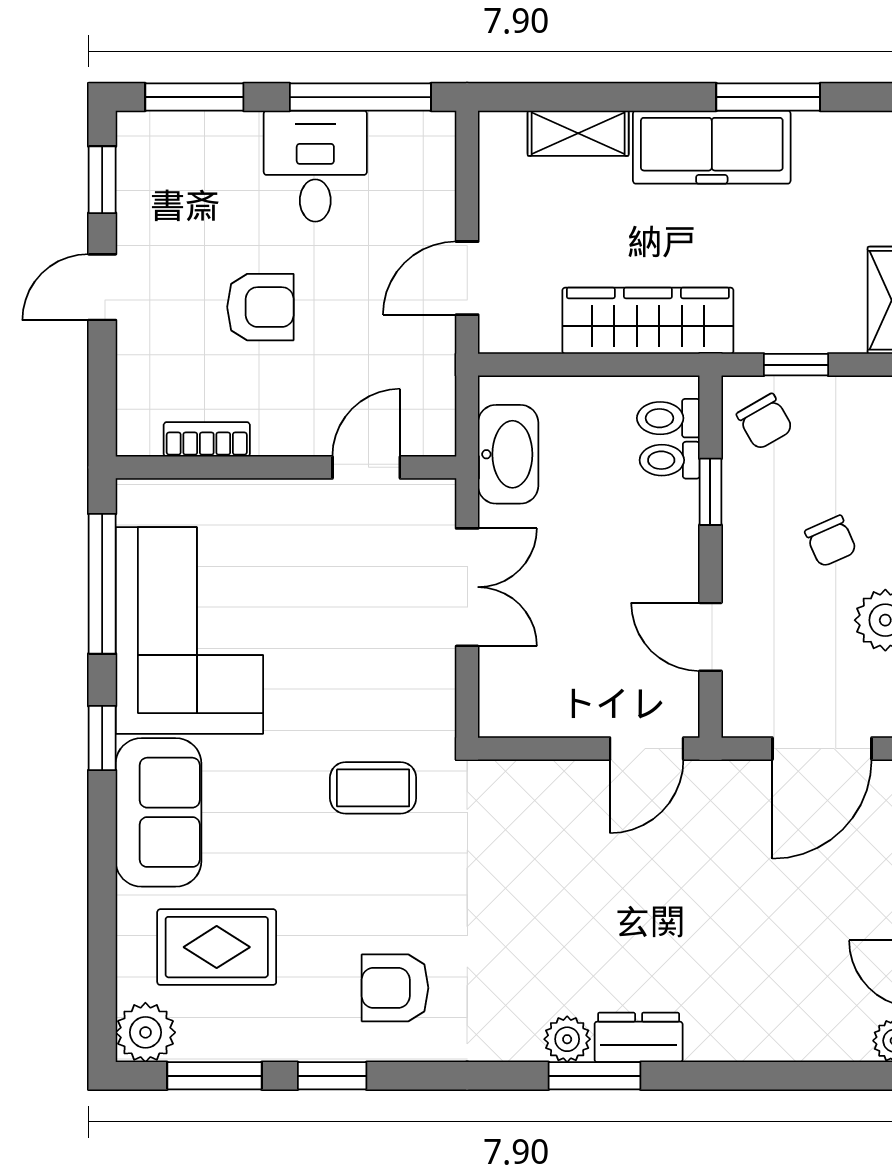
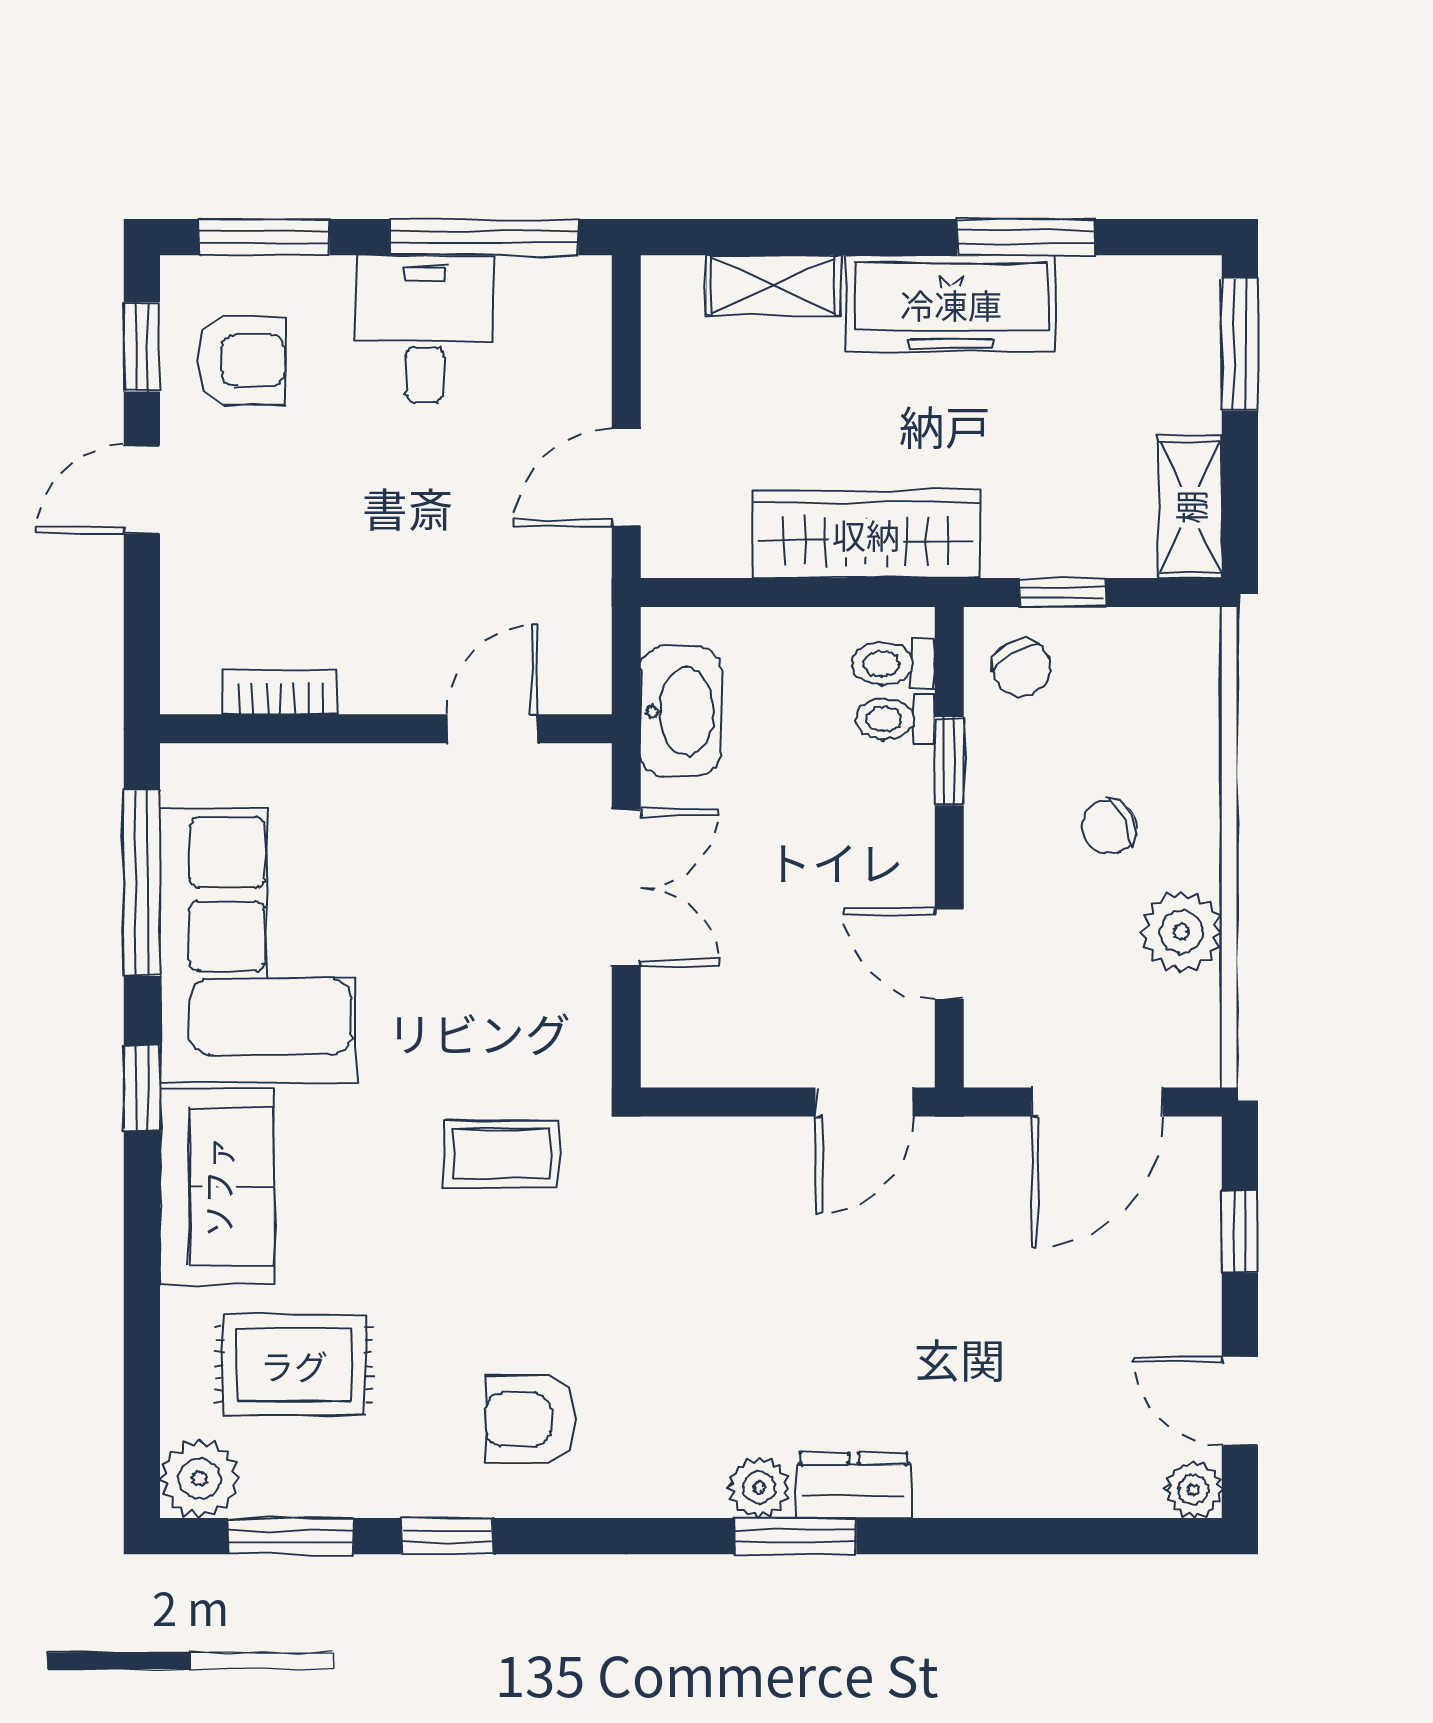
armchair: (260, 307) -> (241, 360), moved
chair: (831, 541) -> (1109, 827), turned 88

